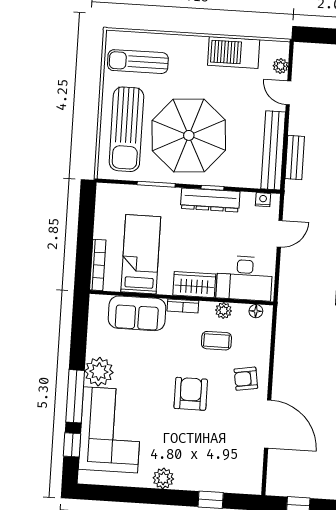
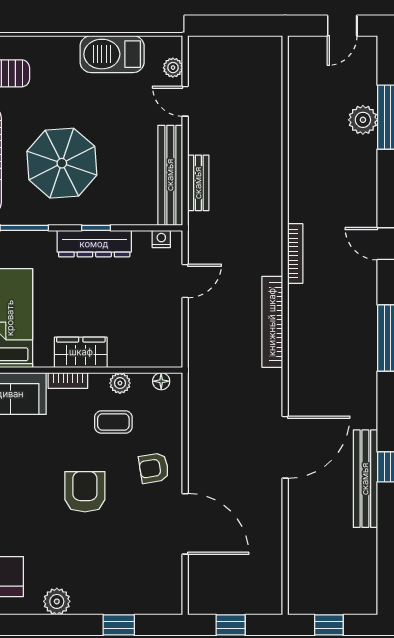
parasol: (189, 135) -> (62, 163), width x0.73, depth x0.73
desk: (244, 278) -> (144, 340), removed

